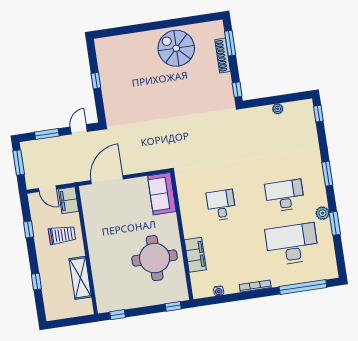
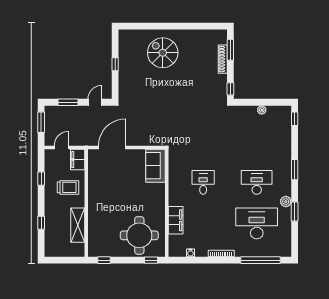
spiral stairs: (176, 48) -> (163, 53), moved
door: (47, 189) -> (62, 147), swing flipped
round table: (155, 258) -> (139, 235), moved

